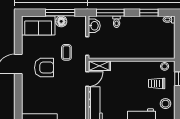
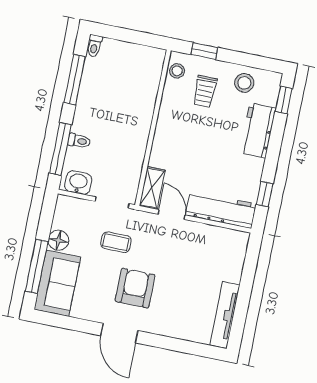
window: (60, 13) -> (37, 266), moved
window: (149, 13) -> (75, 80), width x1.44

